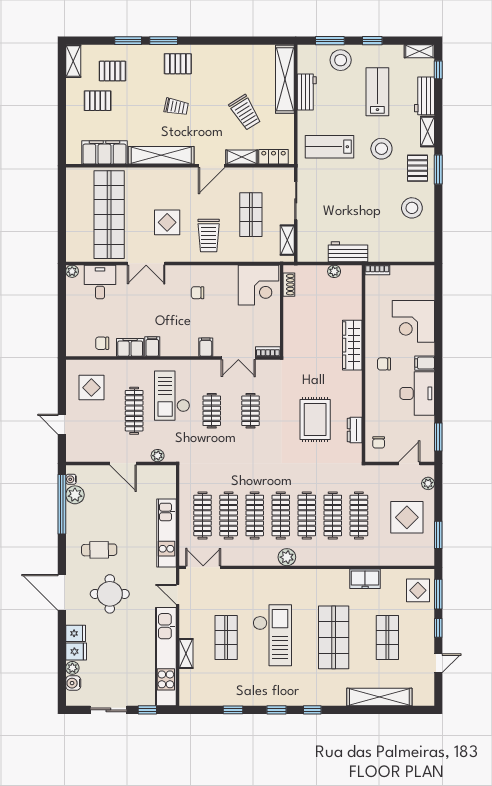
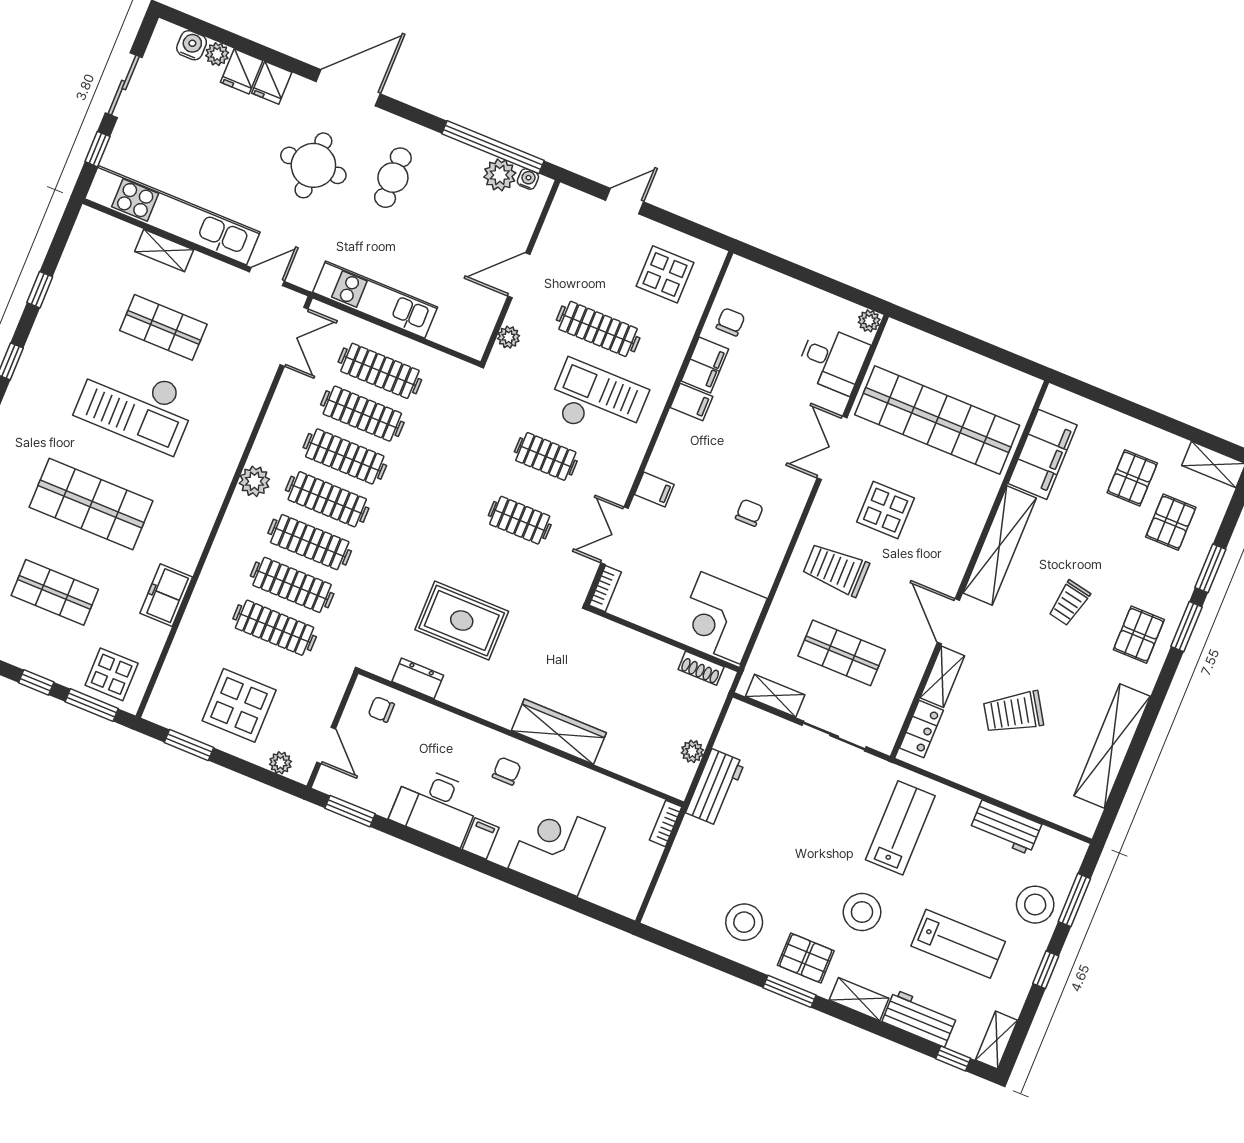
shelving: (285, 79) -> (1112, 746), moved, turned 90

